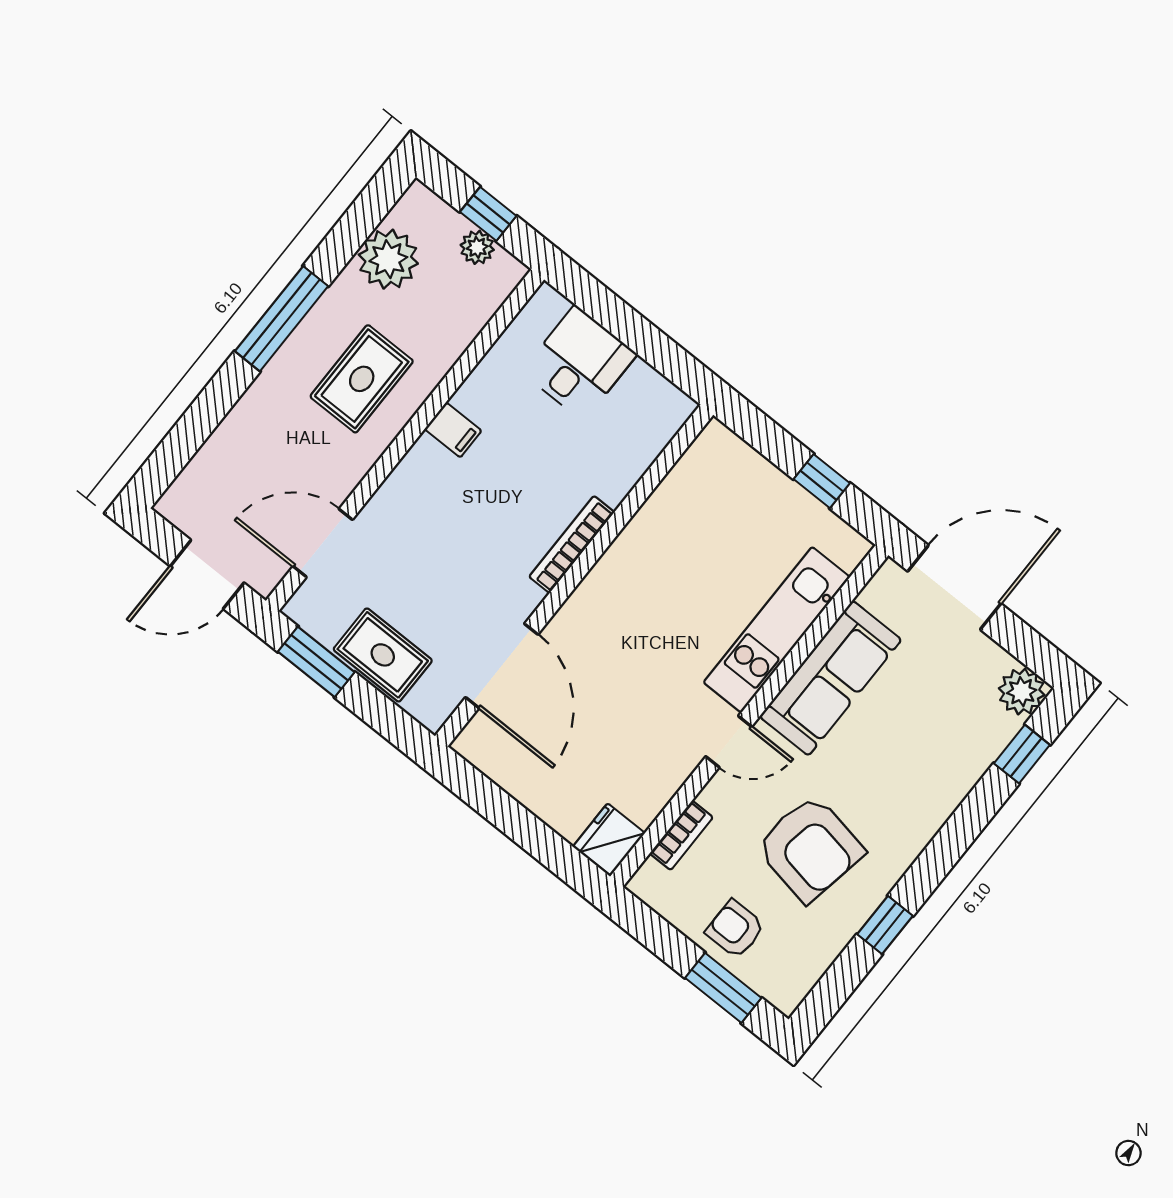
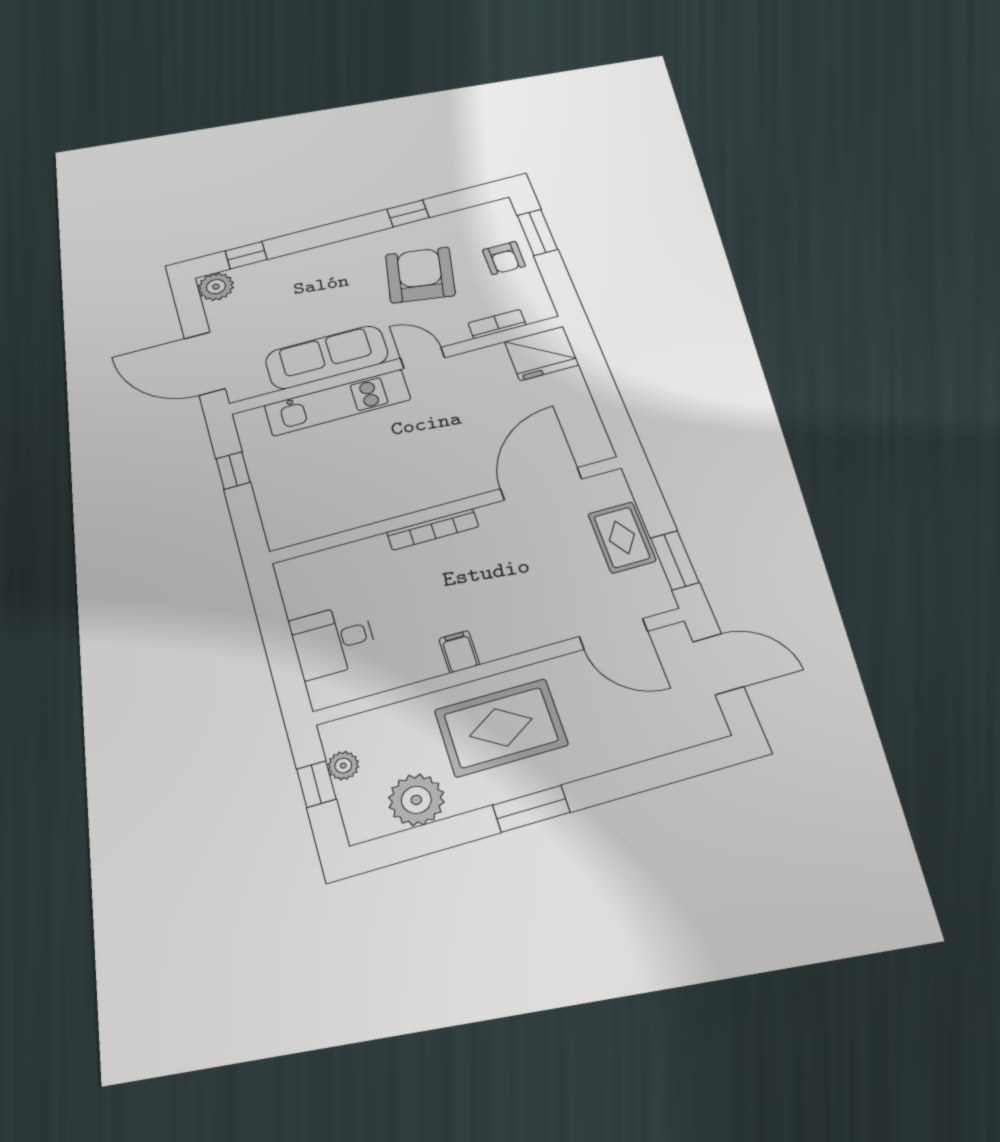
window: (281, 319) -> (531, 809), width x0.69
rug: (362, 379) -> (501, 727), width x1.36, depth x1.43
fridge: (609, 840) -> (542, 353), width x1.36, depth x1.34

